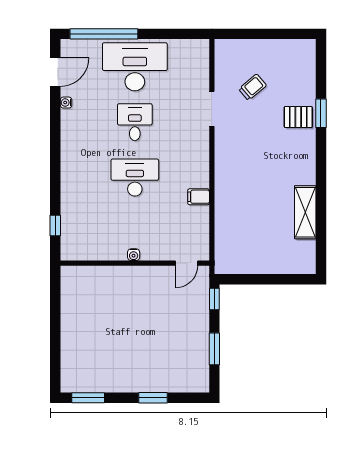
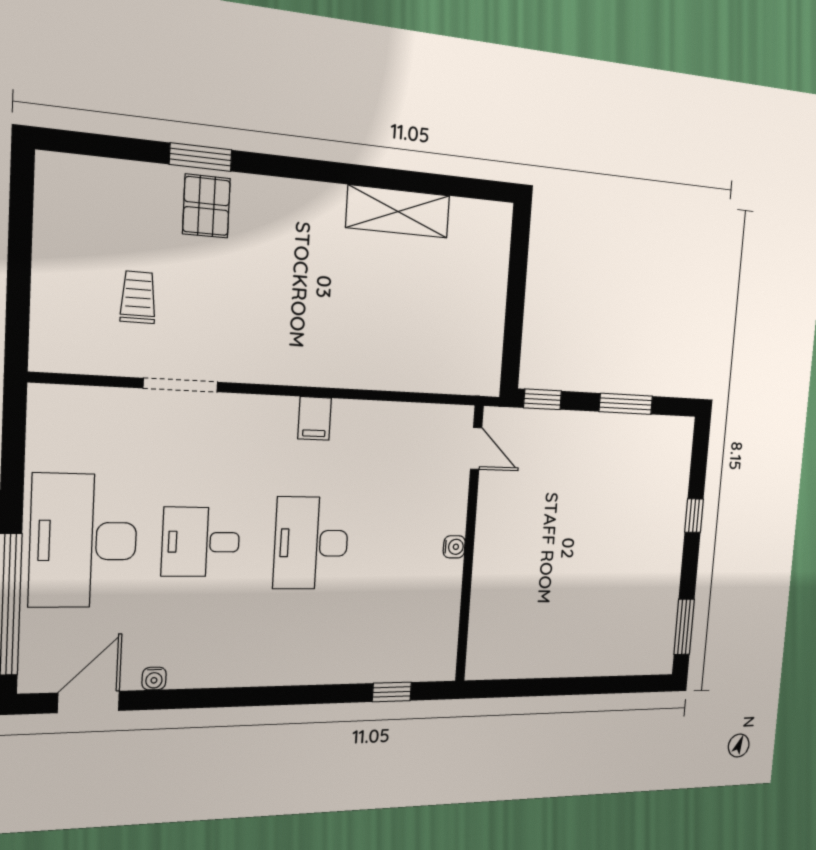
door: (55, 72) -> (89, 702), hinge flipped
trolley: (252, 87) -> (138, 297), turned 40
filing cabinet: (199, 197) -> (315, 418), moved
window: (153, 398) -> (694, 516), width x0.67

